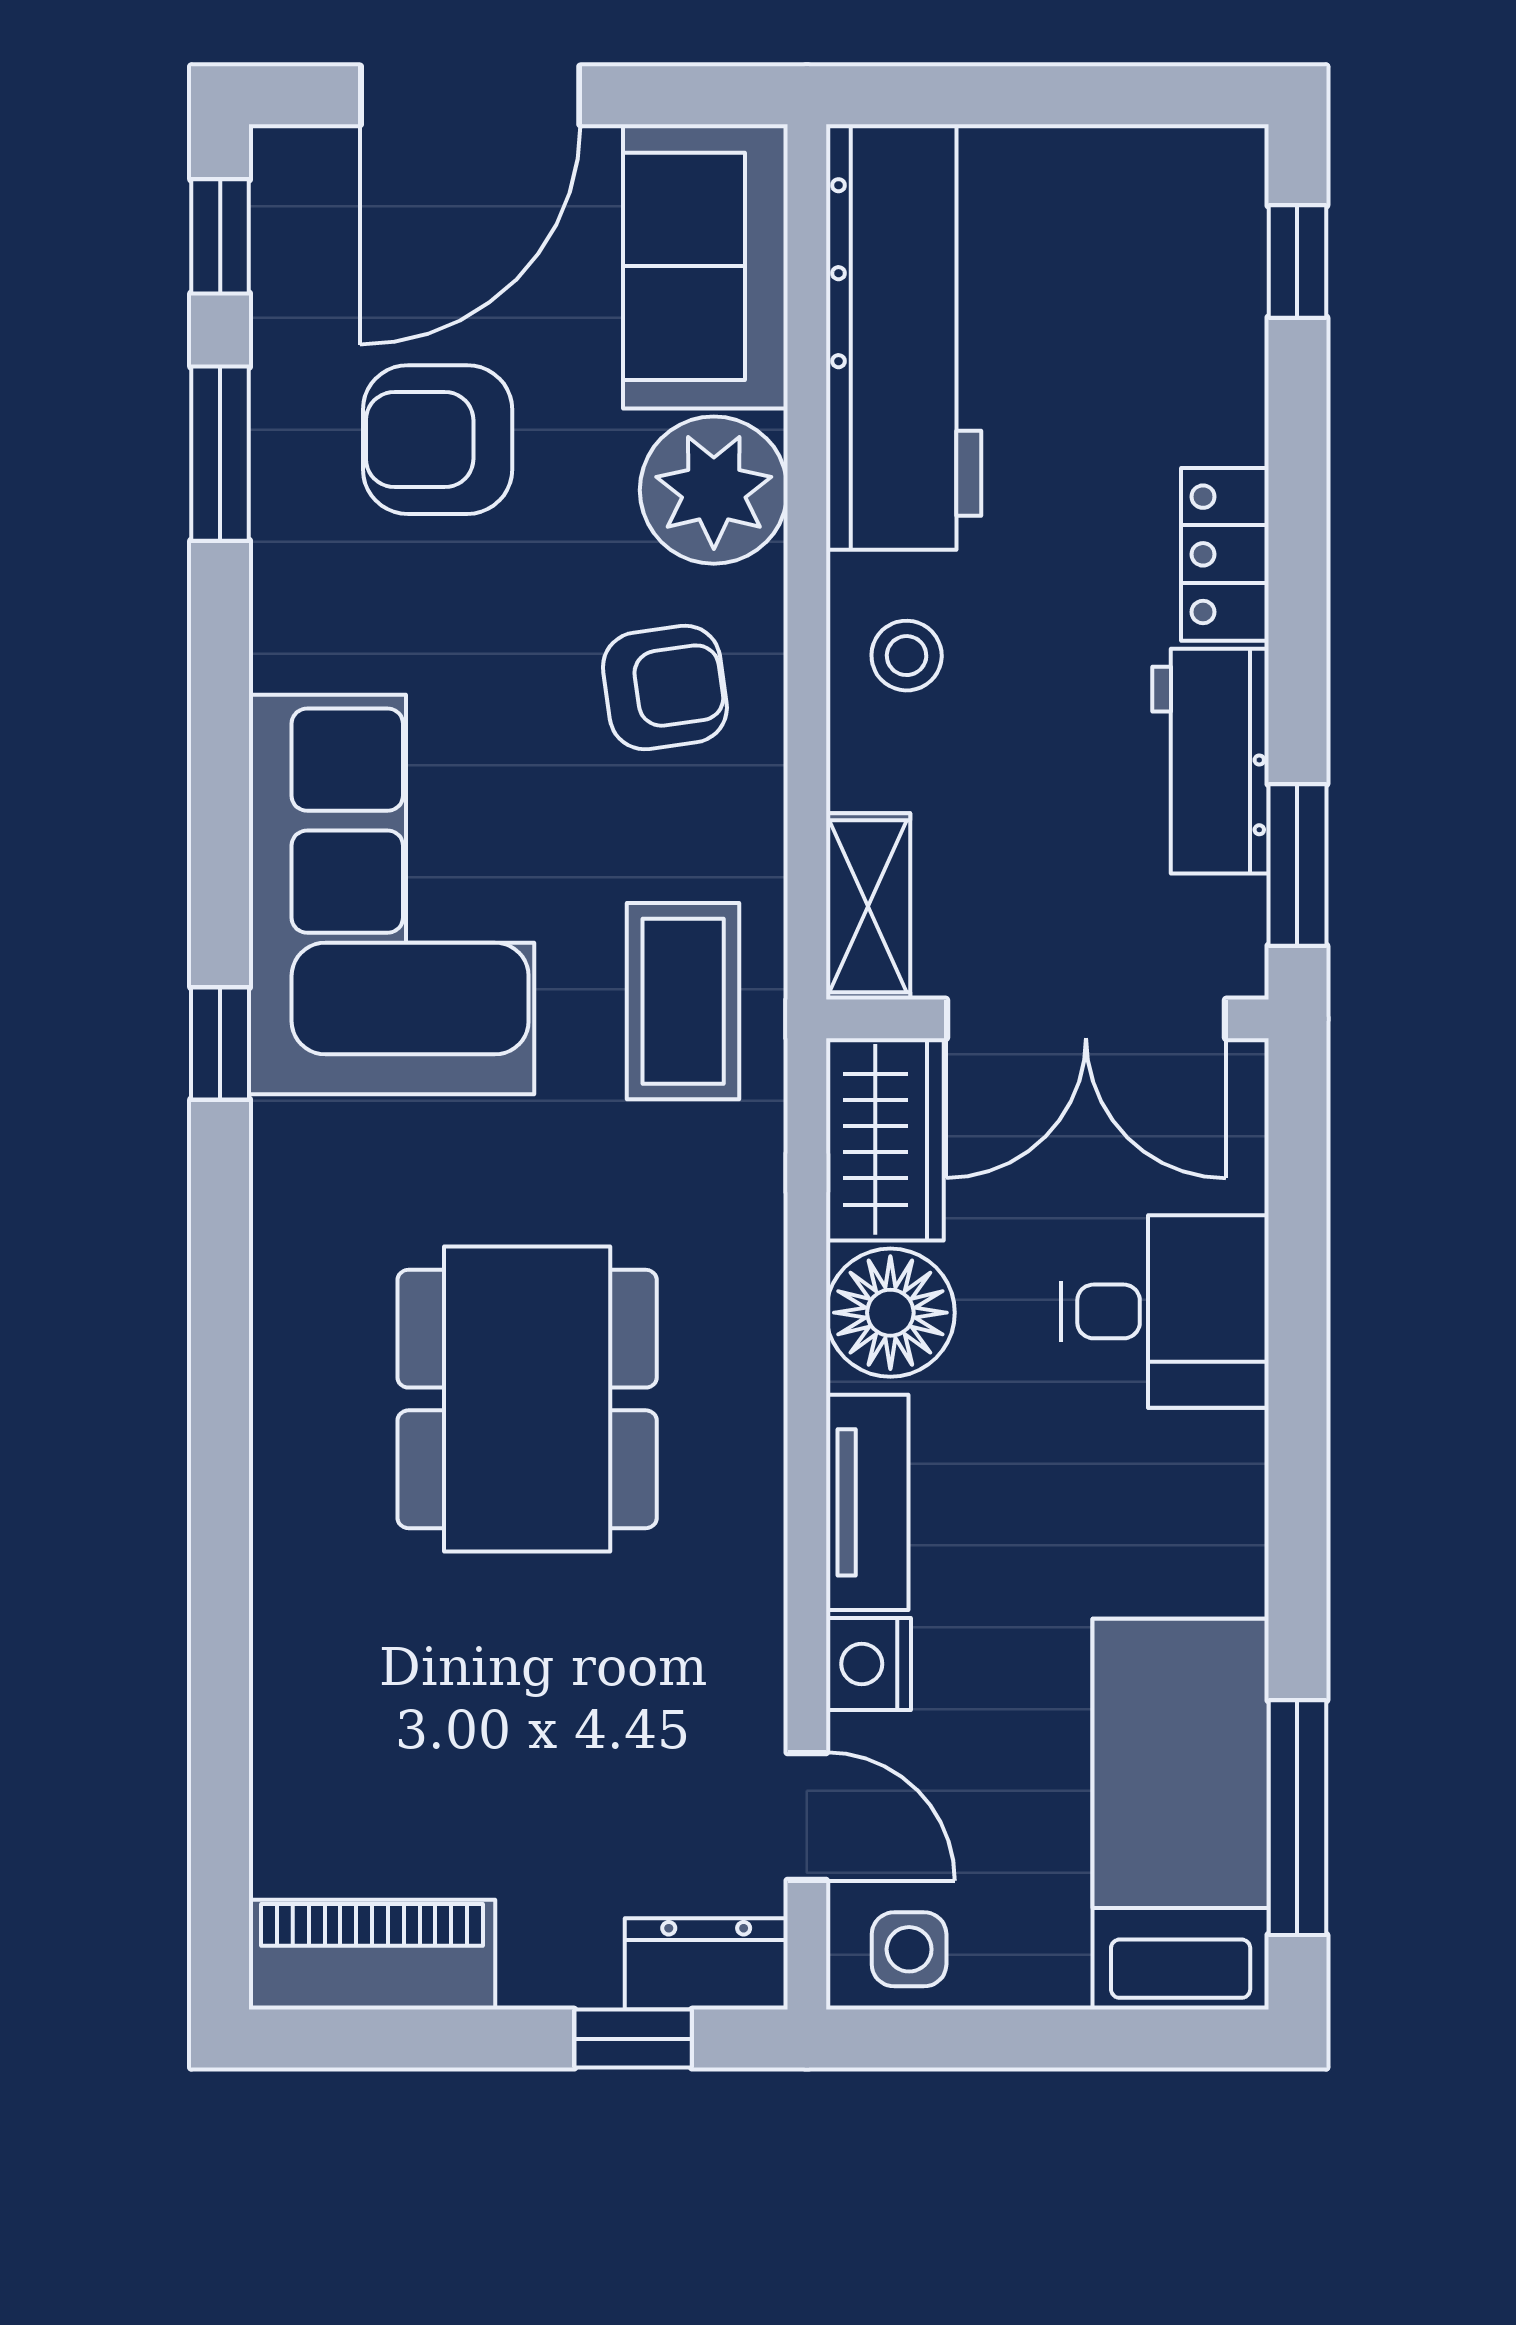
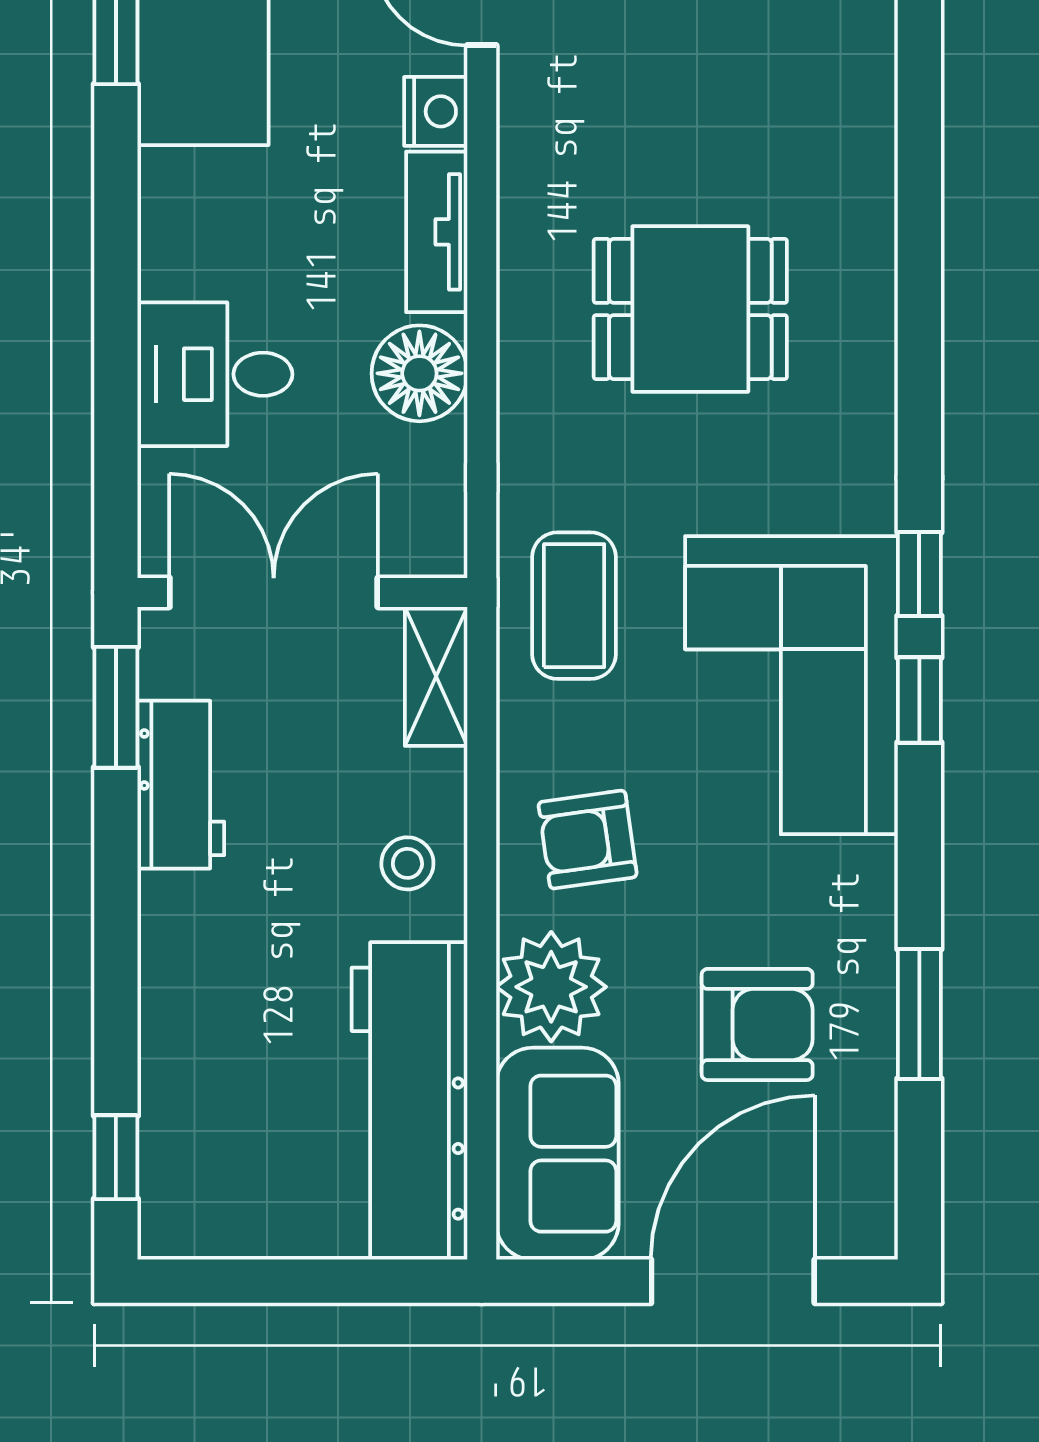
window: (220, 236) -> (919, 700), moved
locker: (1225, 554) -> (170, 939), removed
wardrobe: (885, 1139) -> (424, 503), removed
dining table: (527, 1399) -> (690, 309), width x0.73

